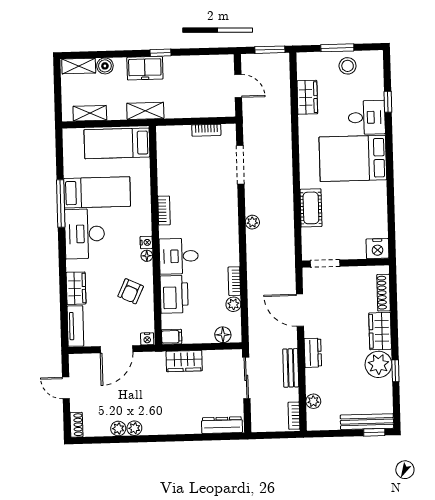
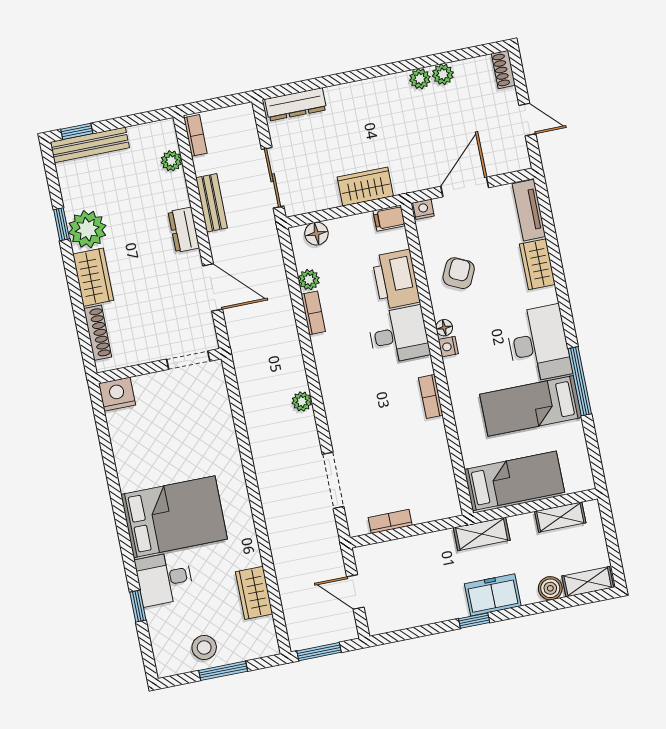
cot: (311, 208) -> (222, 436), removed

